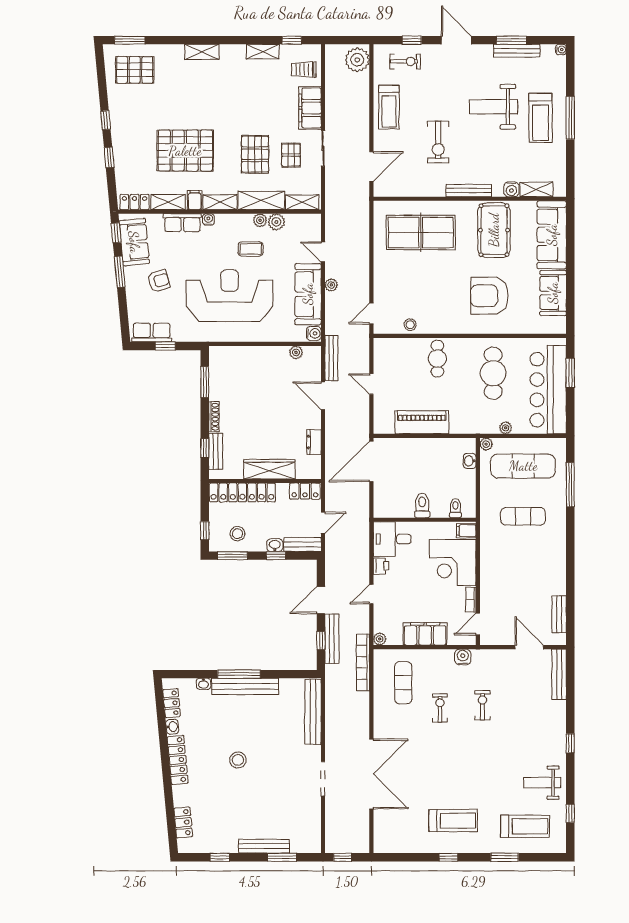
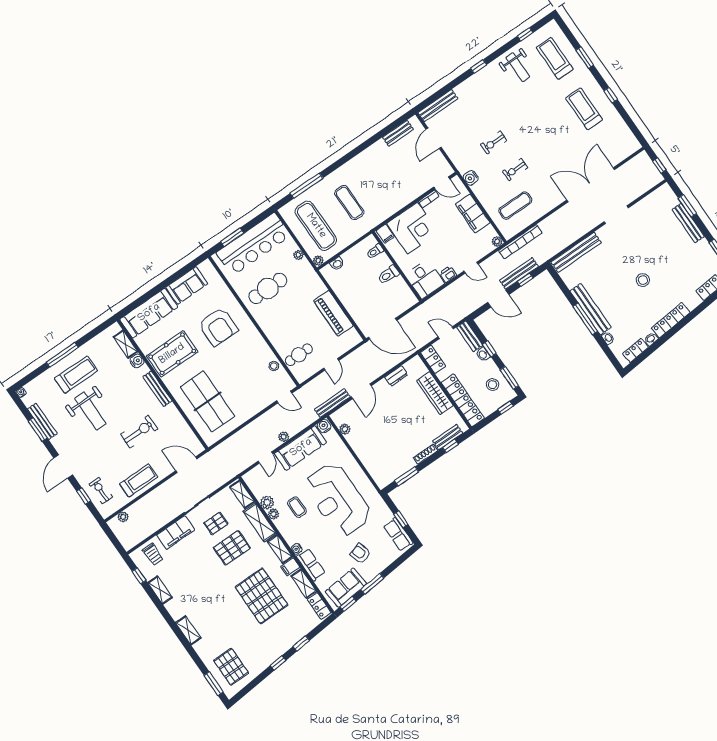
plant: (357, 60) -> (123, 517), width x0.53, depth x0.53
cafe table: (437, 359) -> (299, 355), moved

